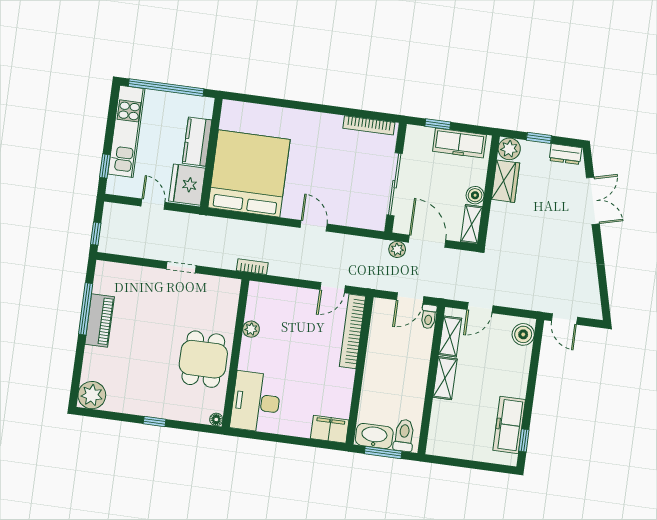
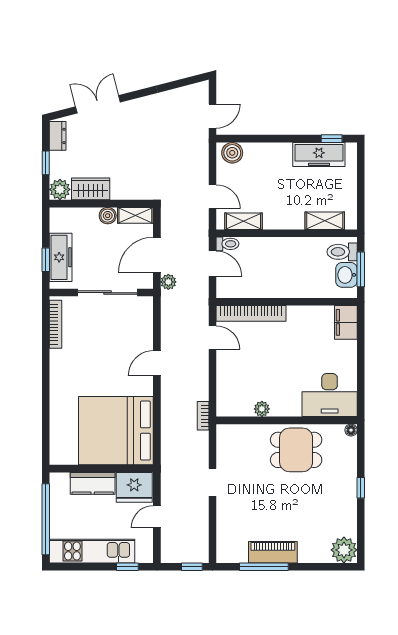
freezer: (459, 143) -> (61, 257), moved
shelving: (445, 378) -> (325, 221), moved
washbasin: (374, 436) -> (346, 275), width x0.72

